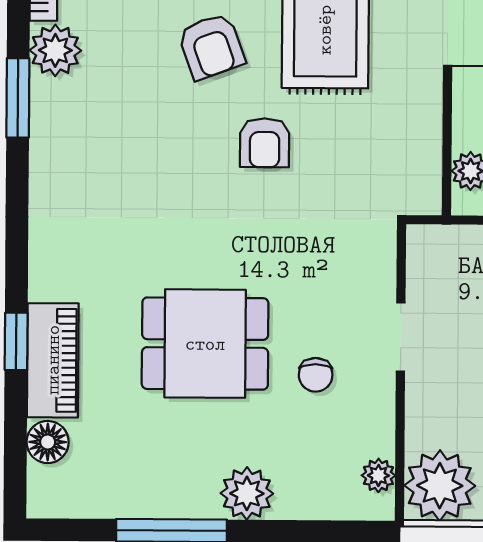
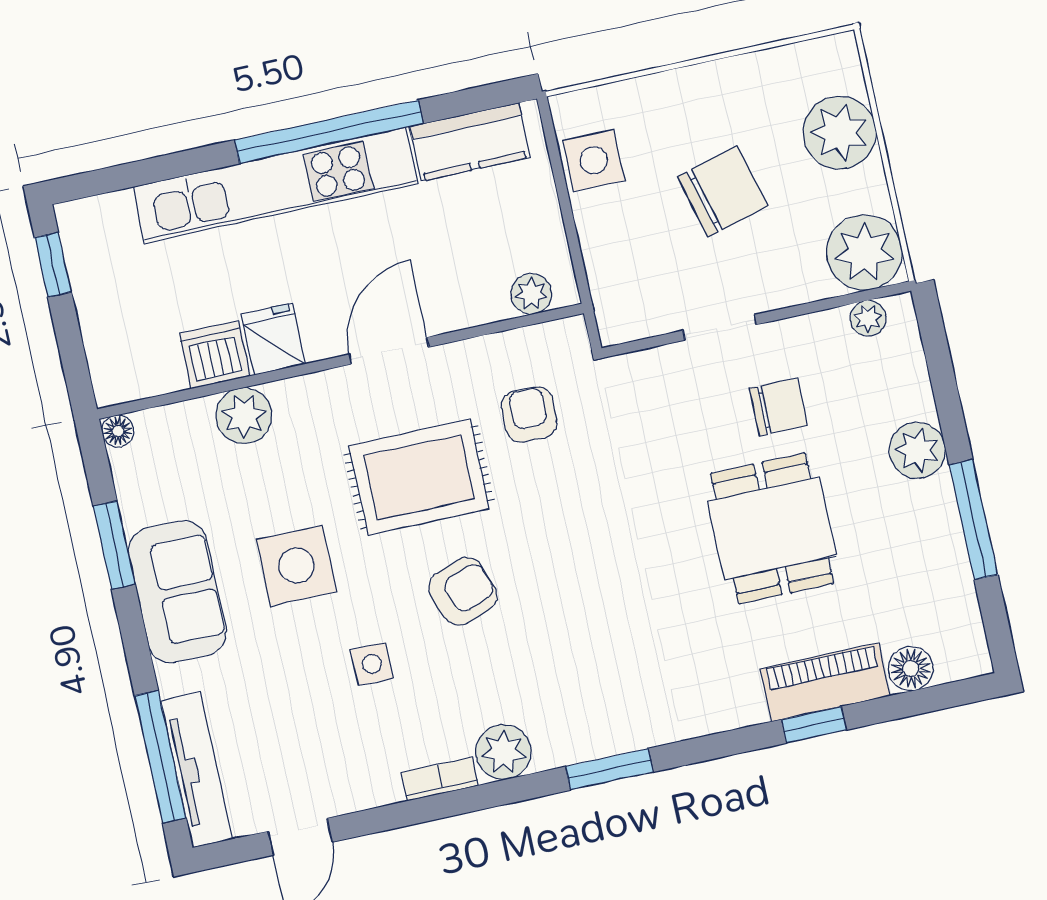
window: (18, 98) -> (609, 769), moved
armchair: (265, 143) -> (529, 414), moved, turned -90
chair: (316, 375) -> (779, 407), width x1.37, depth x1.37

